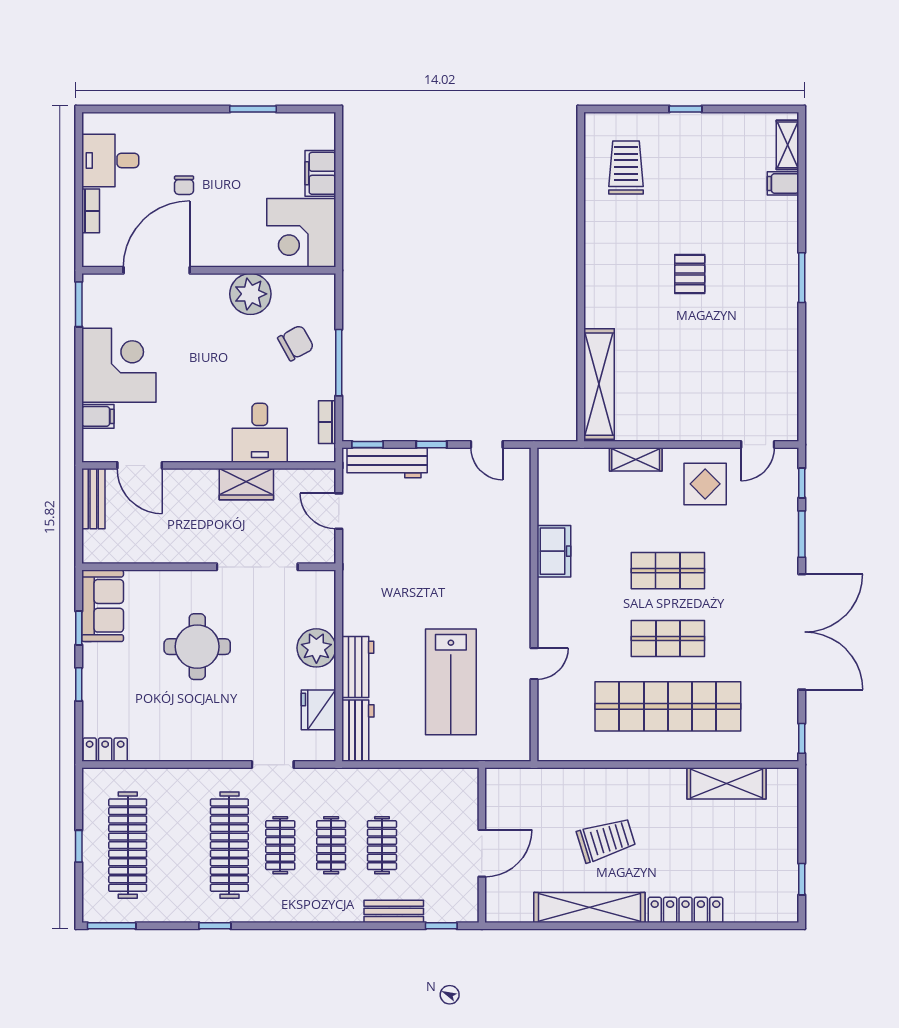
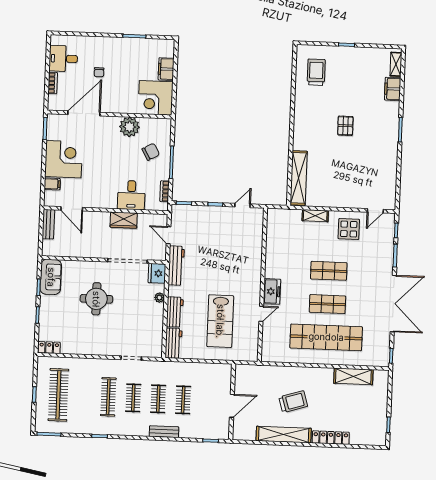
filing cabinet: (783, 183) -> (393, 89), width x2.00
door: (487, 445) -> (242, 205), swing flipped
workbench: (387, 463) -> (176, 266), moved, turned -90
freezer: (554, 551) -> (272, 291), moved
plant: (316, 648) -> (159, 298), width x0.53, depth x0.53
fridge: (319, 710) -> (157, 273), moved
clothes rail: (229, 845) -> (108, 397), width x0.73, depth x0.76
bench: (394, 911) -> (164, 432), moved

